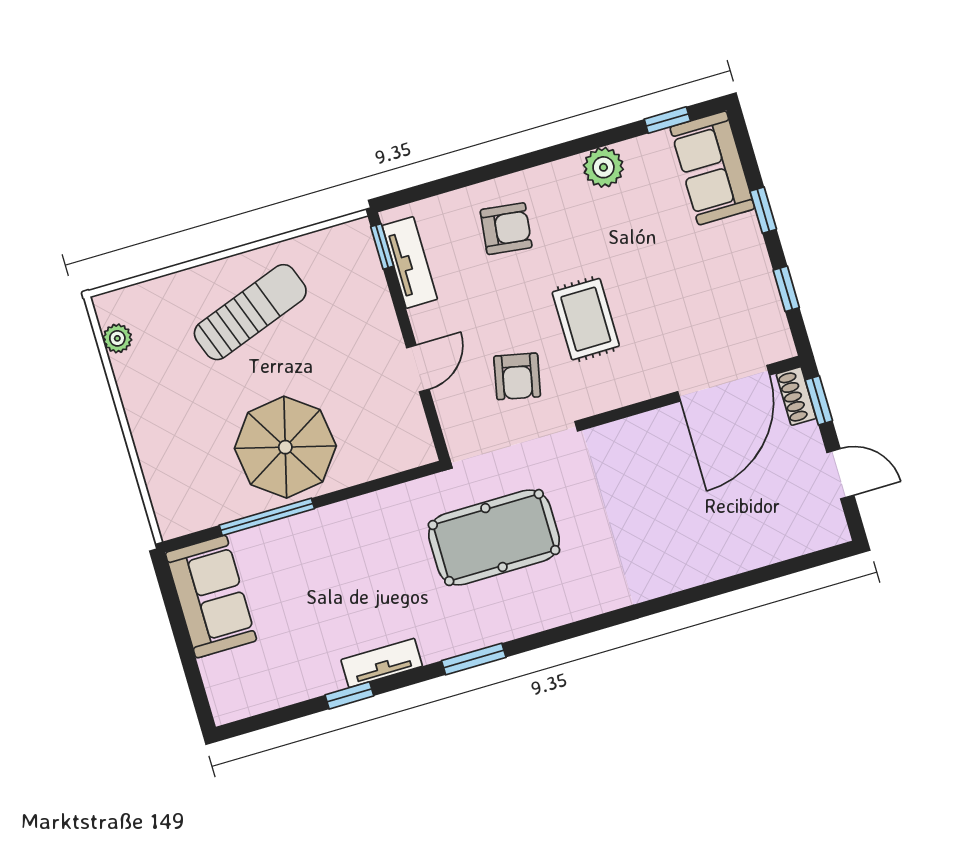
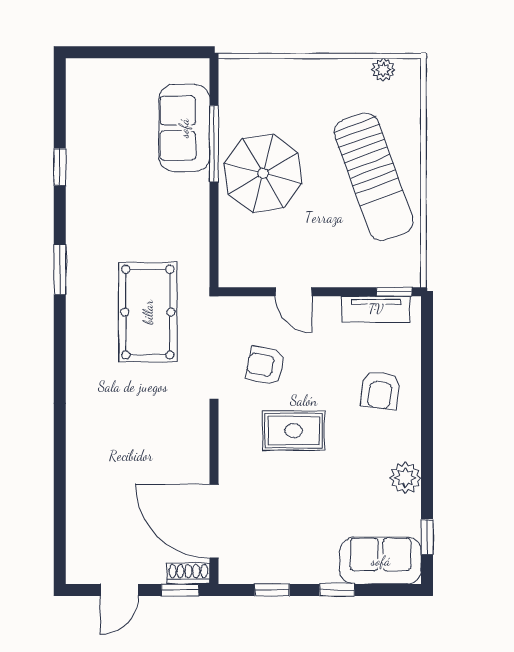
sun lounger: (250, 312) -> (374, 177), width x1.36, depth x1.34
sofa: (211, 597) -> (184, 128), moved, turned 90
tv unit: (382, 663) -> (77, 199), removed

